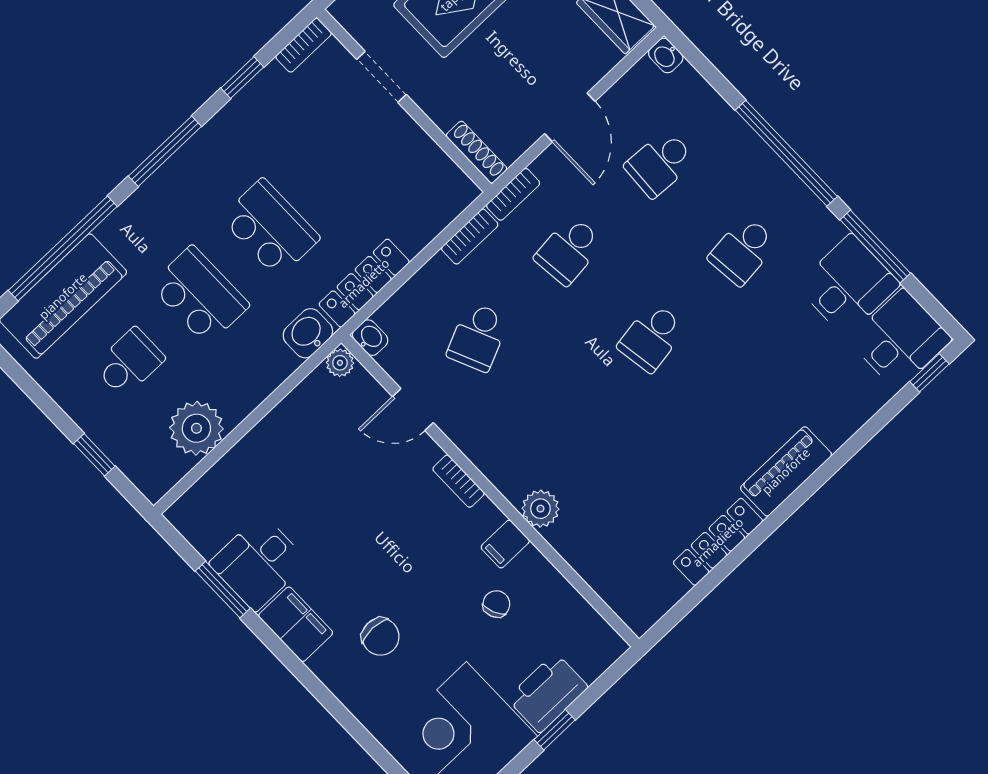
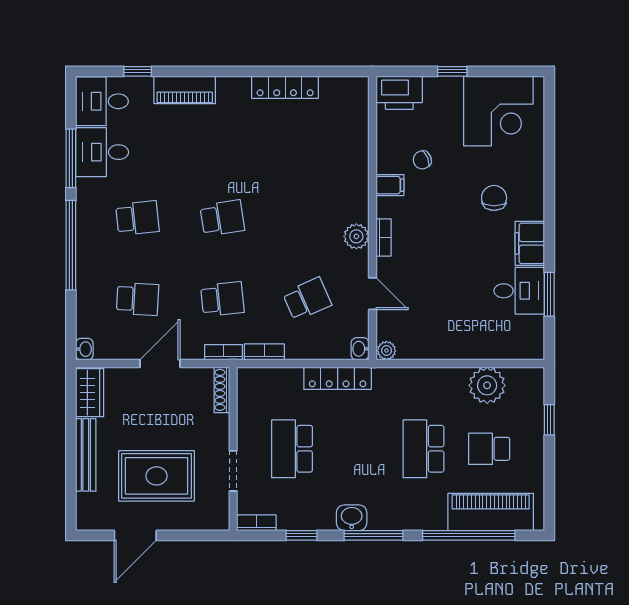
school desk: (270, 228) -> (292, 449), moved
washbasin: (308, 333) -> (352, 518), moved, turned 180
window: (929, 373) -> (138, 71), moved
piano: (786, 471) -> (185, 90), moved
plant: (540, 509) -> (356, 236), moved
printer: (548, 693) -> (399, 93), moved

